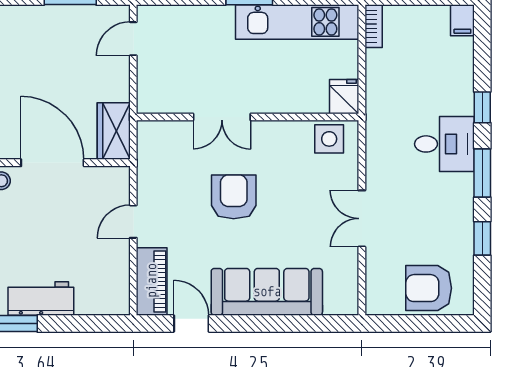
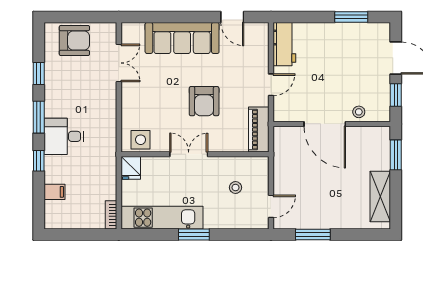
filing cabinet: (462, 20) -> (54, 192), moved, turned 90
stool: (187, 67) -> (235, 187), added
double door: (222, 117) -> (189, 154), moved
wardrobe: (114, 131) -> (284, 145), removed
double door: (362, 219) -> (119, 63), moved
piano: (152, 281) -> (259, 130), moved
workbench: (41, 299) -> (284, 44), moved, turned -90

